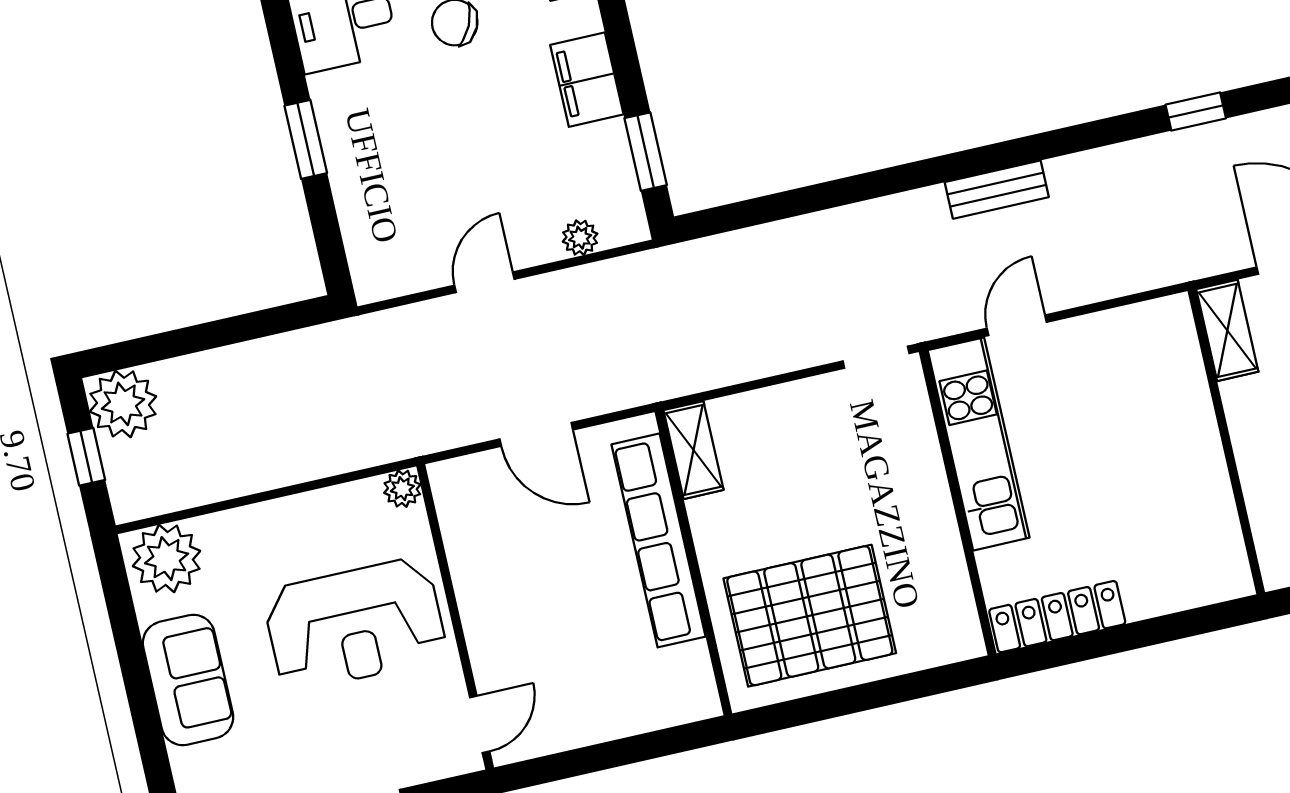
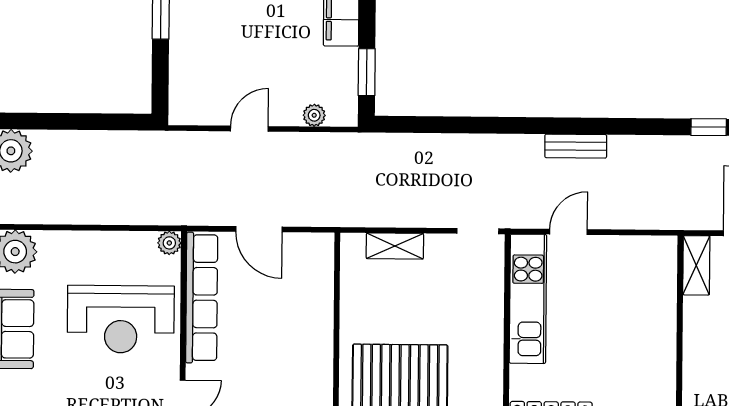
shelving: (693, 450) -> (395, 246), moved, turned 90
row of seats: (659, 540) -> (202, 298), moved, turned 180

